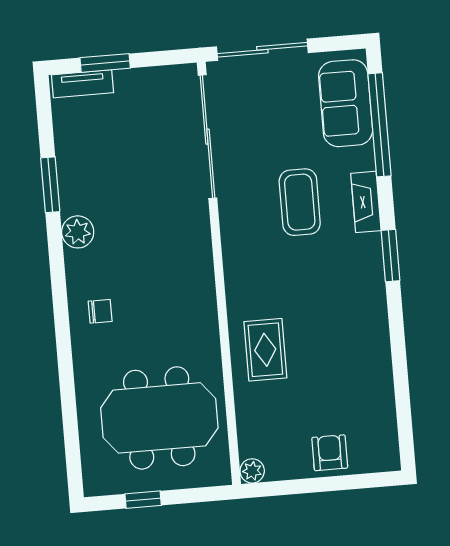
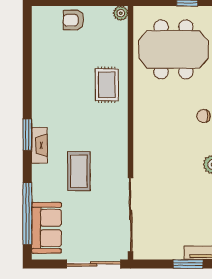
fireplace: (366, 202) -> (39, 145), moved
armchair: (330, 453) -> (73, 20), turned 90

